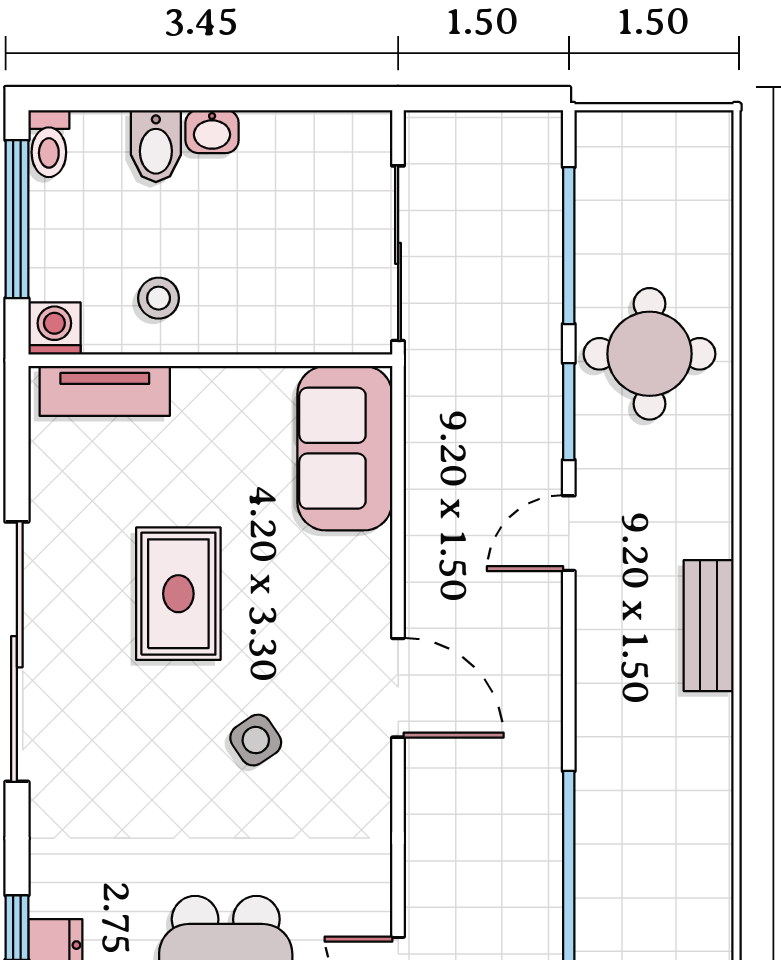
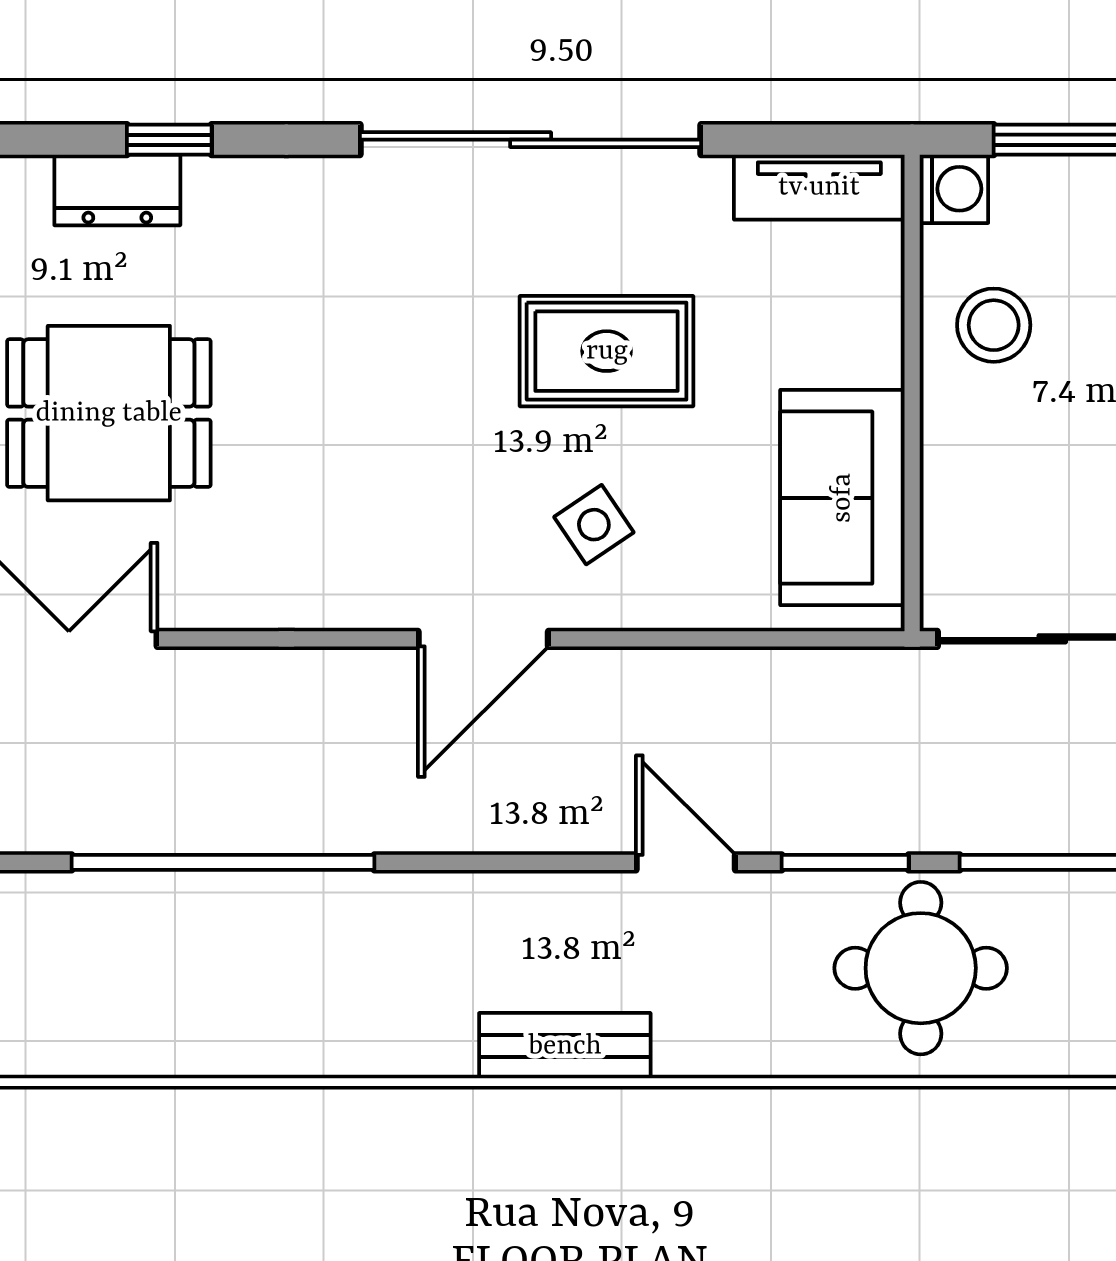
stool: (159, 298) -> (994, 325), width x1.37, depth x1.37
tv unit: (105, 391) -> (819, 187), moved, turned -90
sofa: (345, 448) -> (842, 498), moved, turned -90
side table: (256, 740) -> (594, 525), moved

